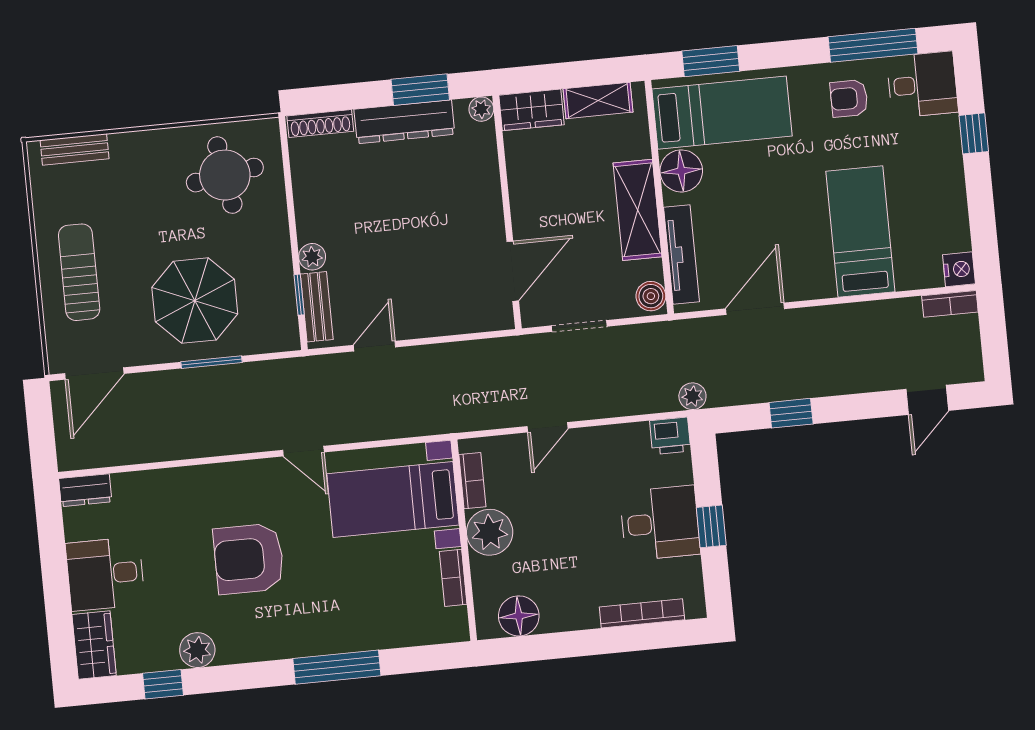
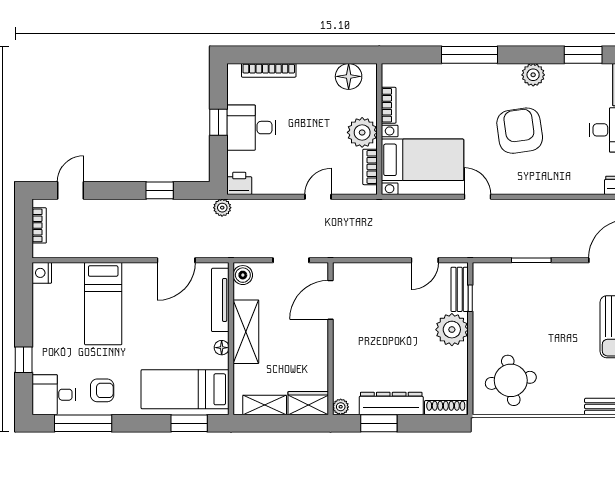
floor lamp: (681, 171) -> (222, 348), width x0.53, depth x0.53
plant: (312, 257) -> (452, 330), width x1.88, depth x1.88
parasol: (195, 301) -> (538, 301), removed
bookcase: (950, 304) -> (39, 225), moved, turned 90
armchair: (249, 559) -> (520, 131), turned -98
plant: (197, 650) -> (533, 75), moved
window: (163, 684) -> (583, 55), width x1.50

